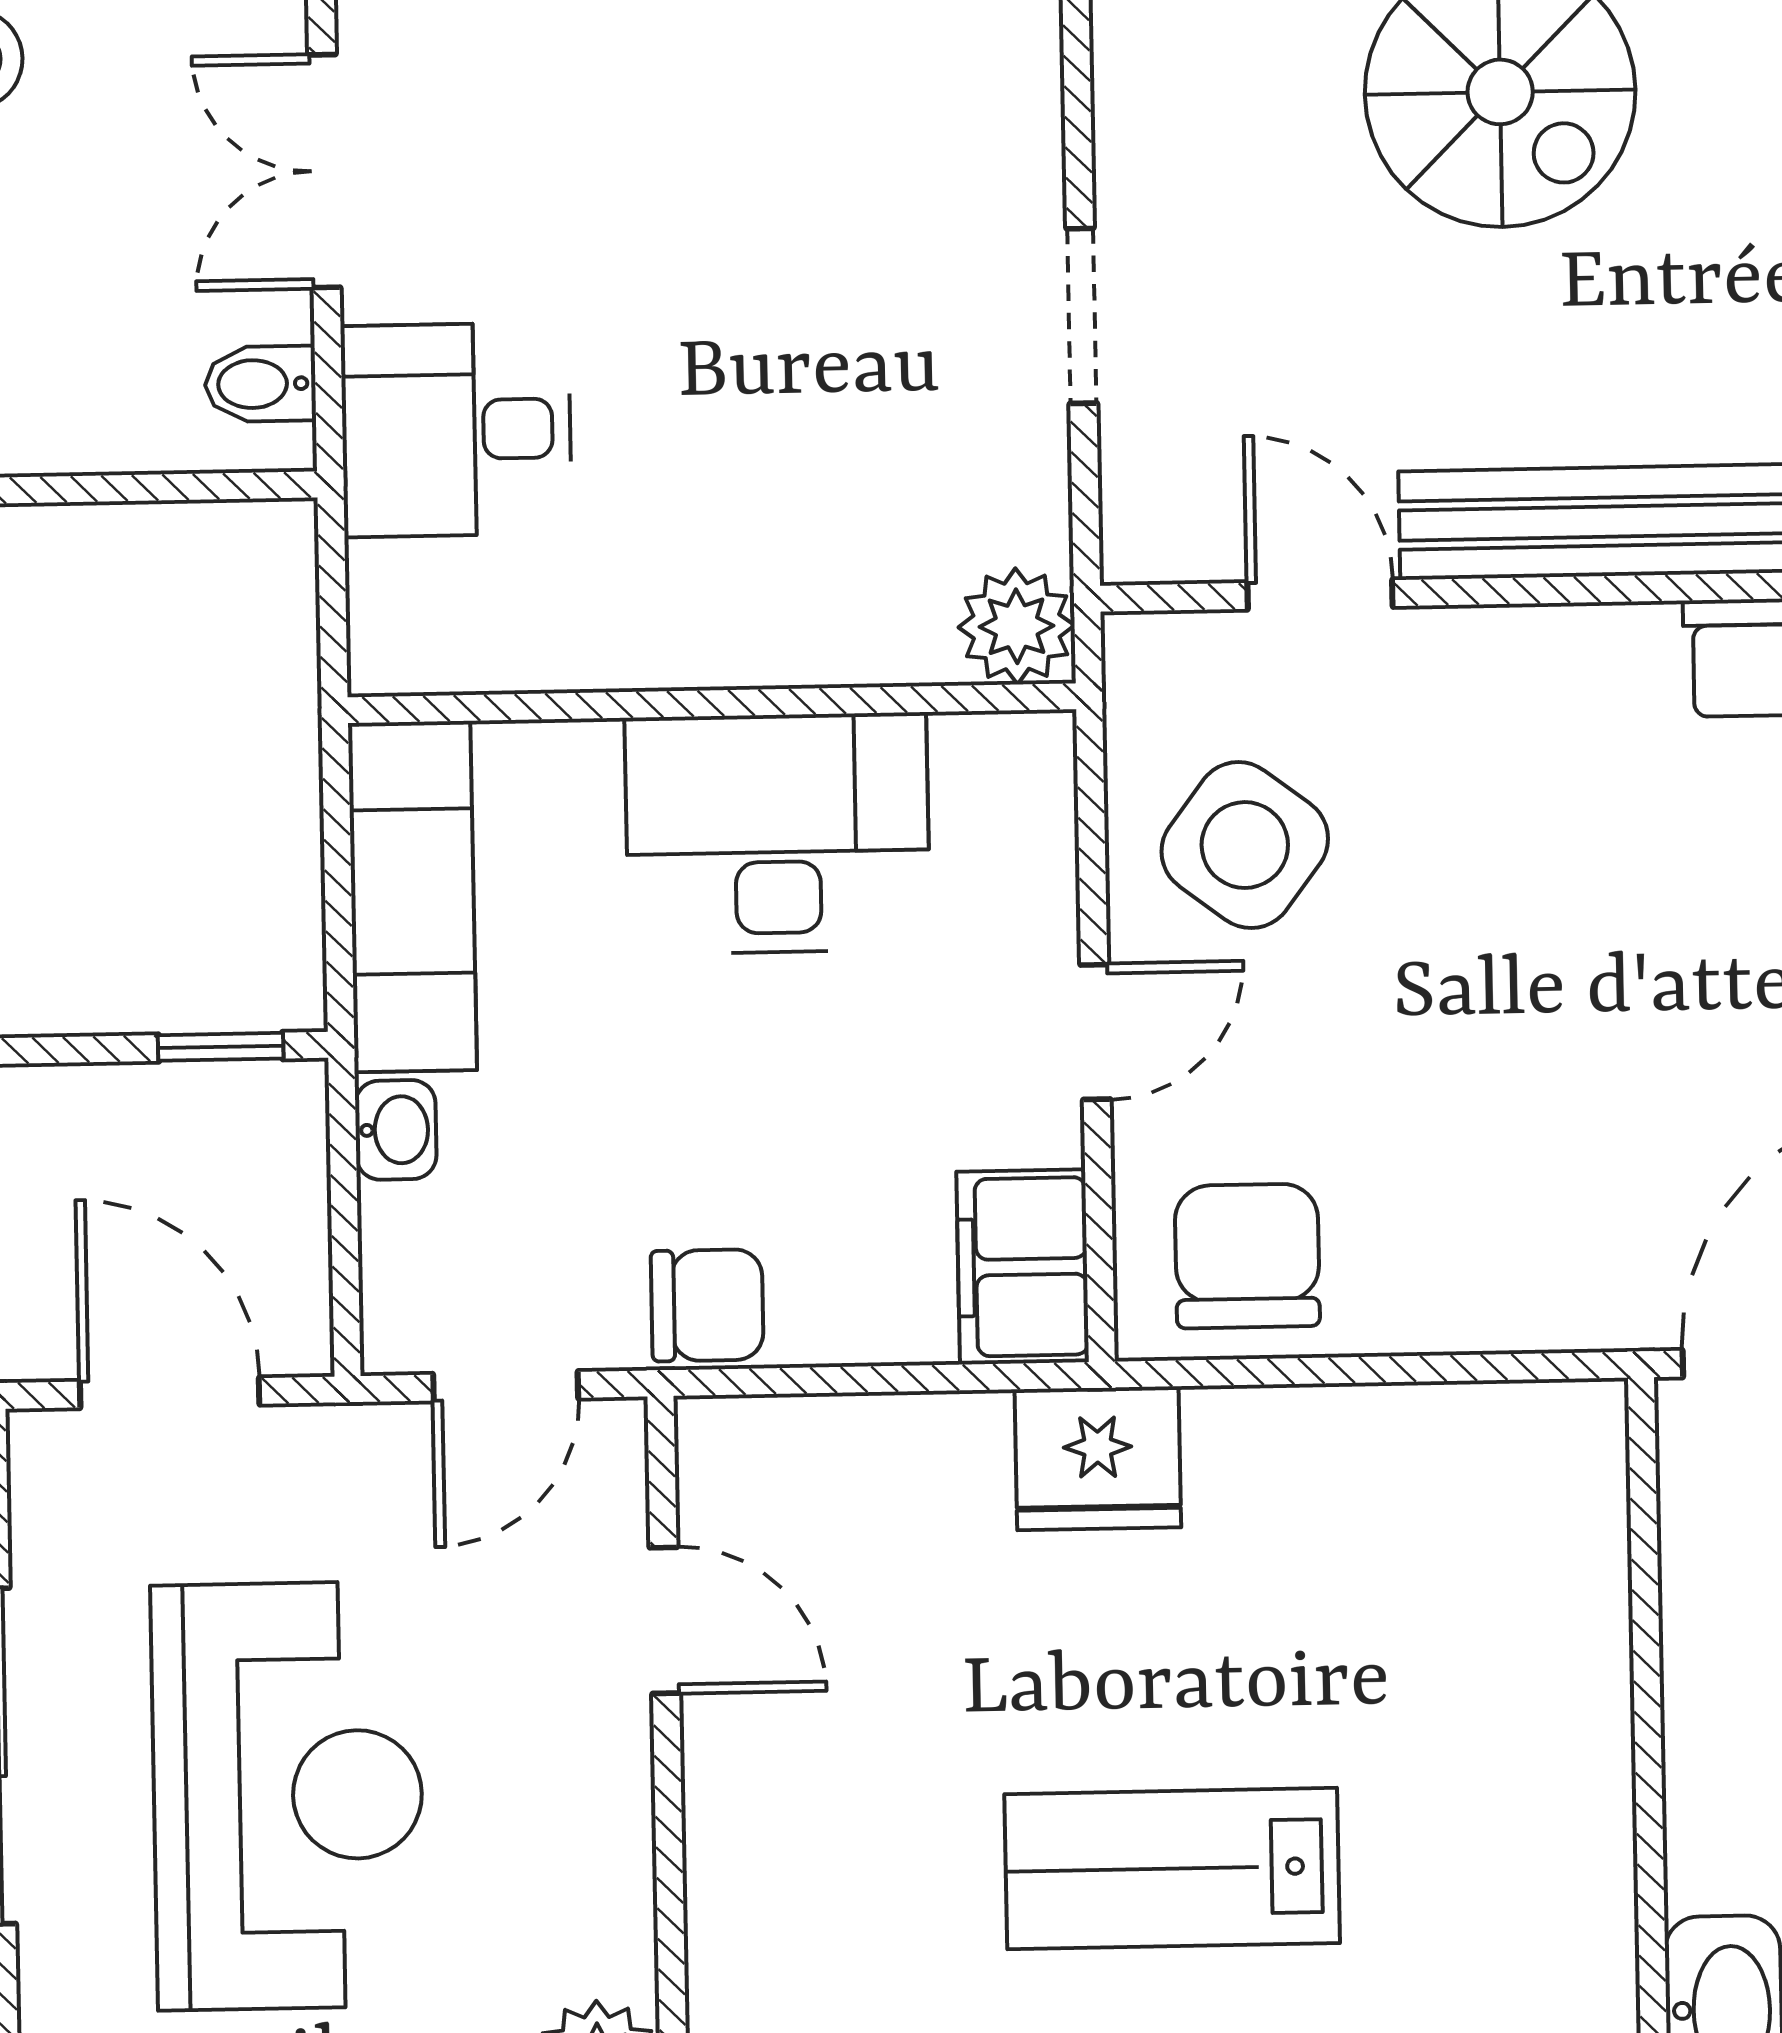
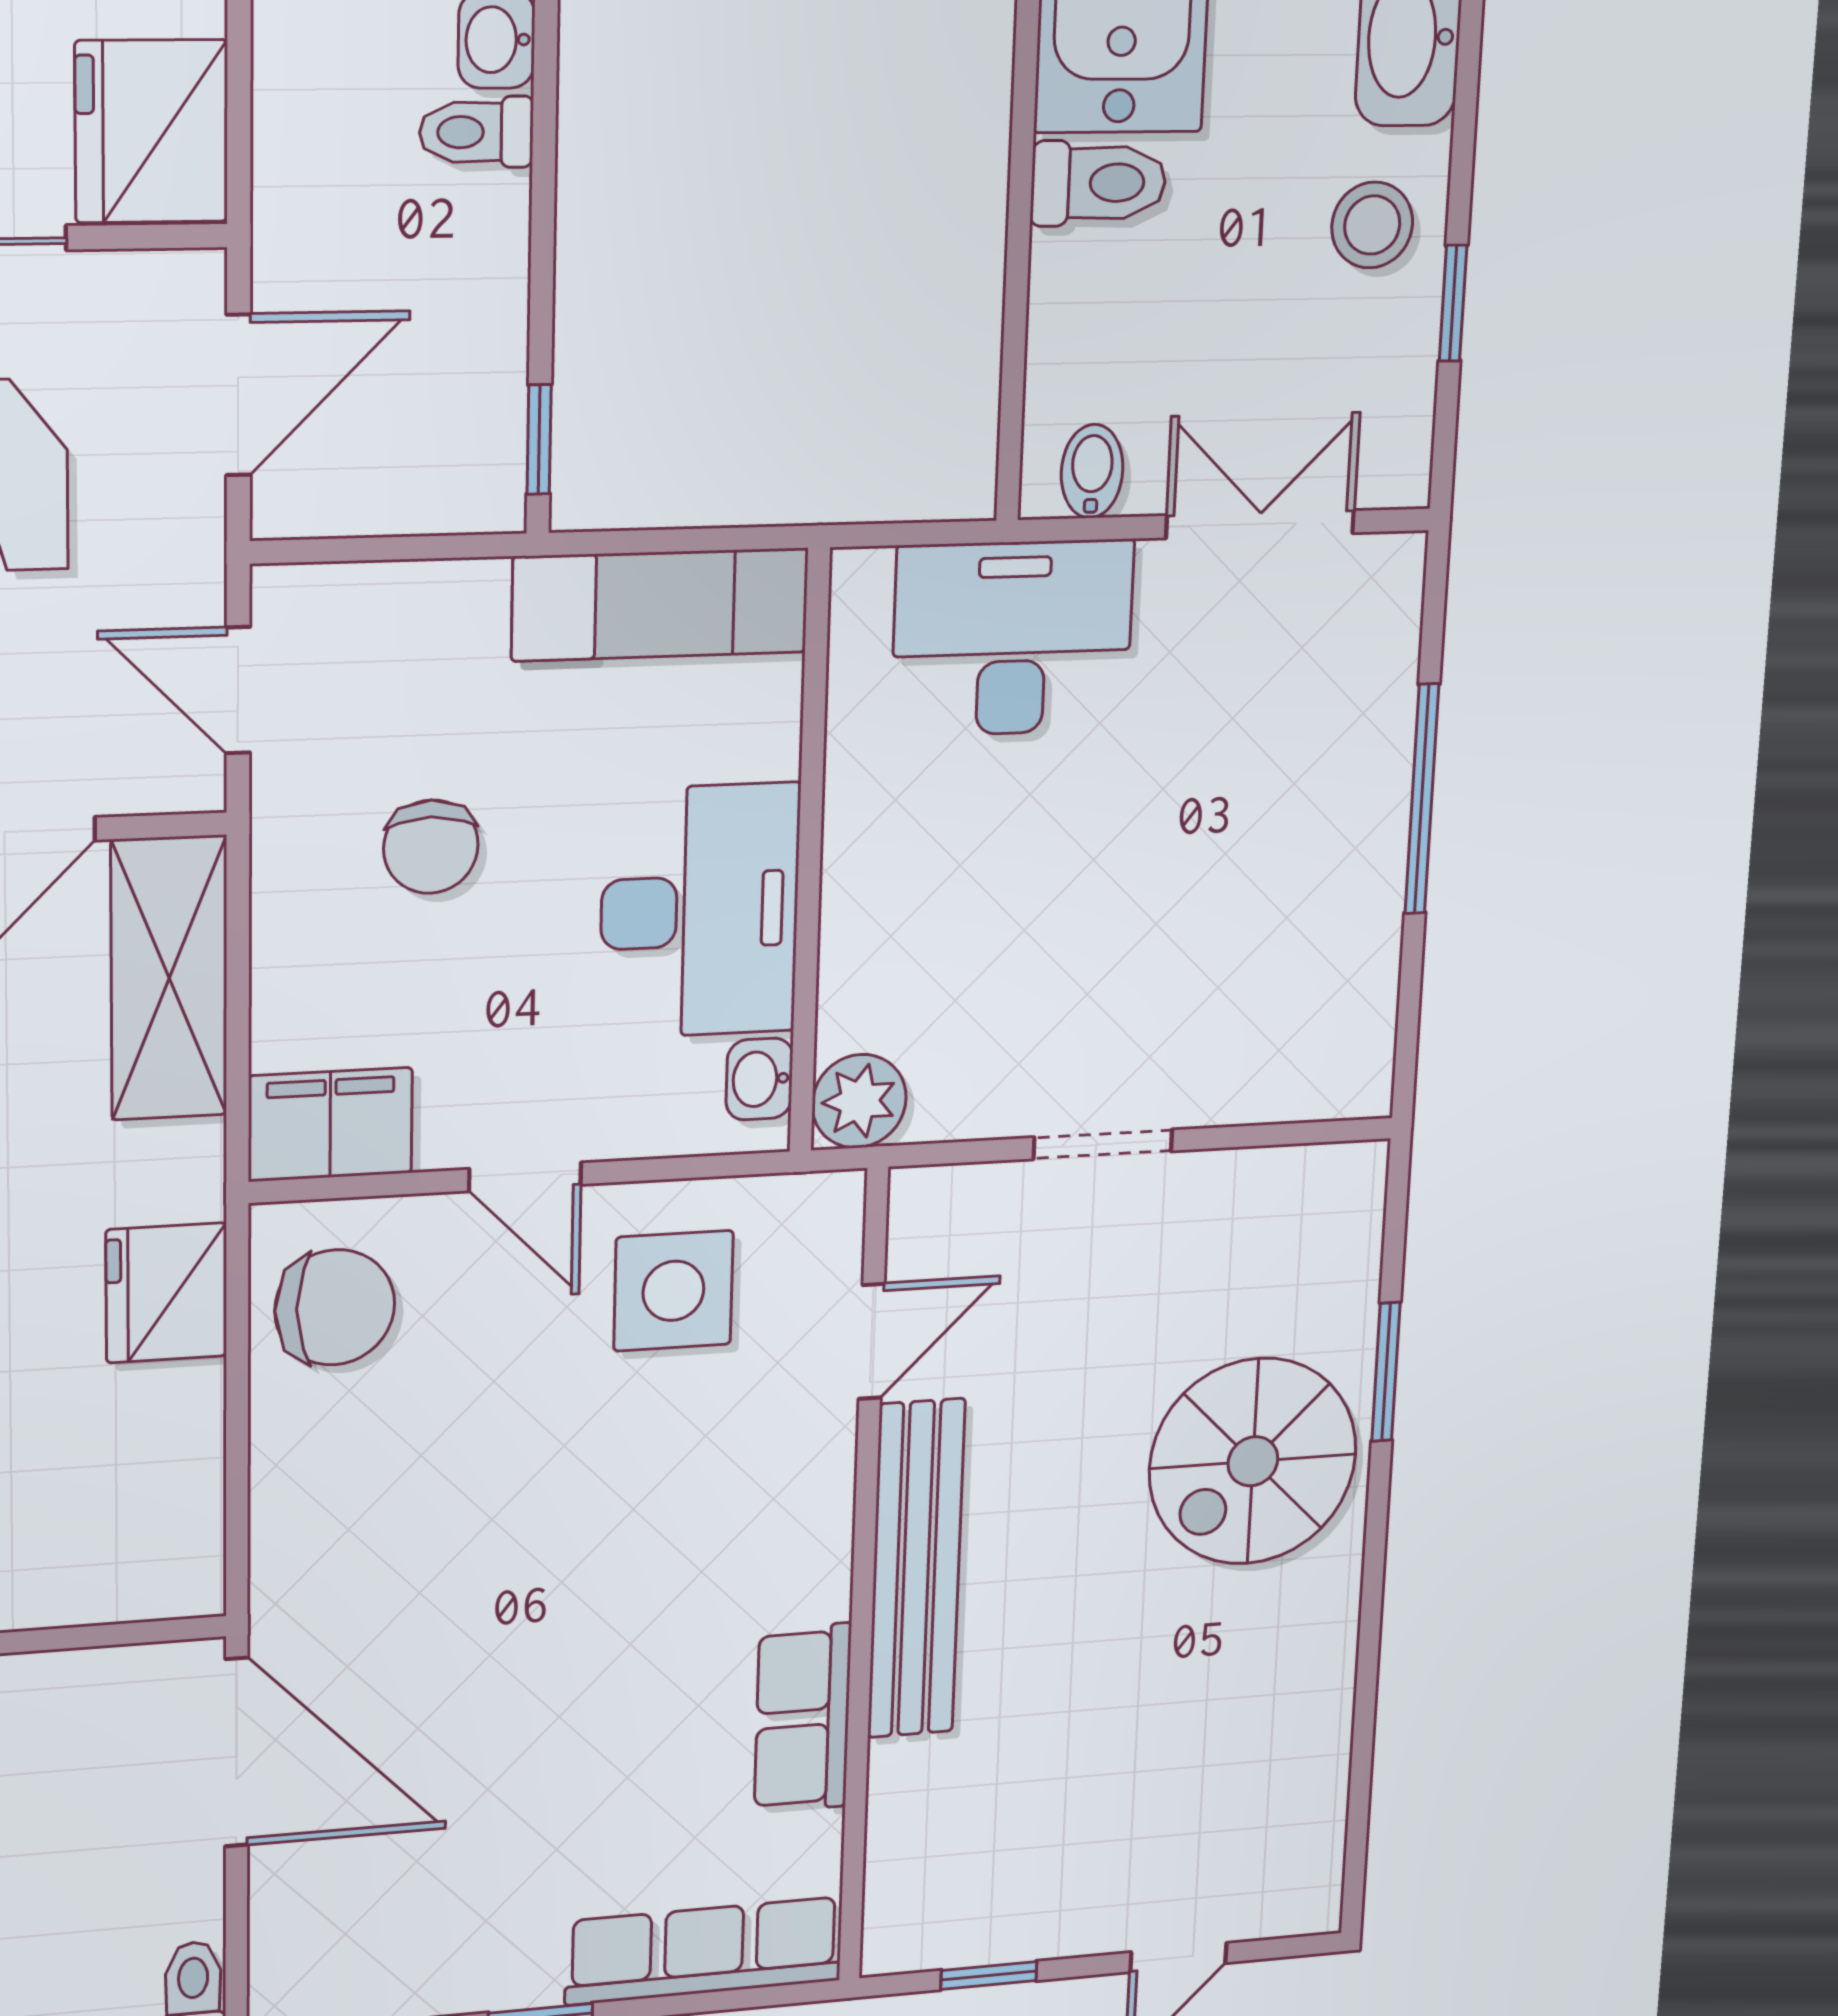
desk: (456, 430) -> (1012, 638), width x1.37
side table: (1245, 845) -> (673, 1291), turned -37
washbasin: (396, 1130) -> (760, 1079), moved, turned 90
chair: (707, 1305) -> (431, 847), moved
fridge: (1098, 1458) -> (166, 1293), moved
shelving: (841, 1459) -> (169, 978), added

